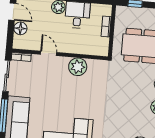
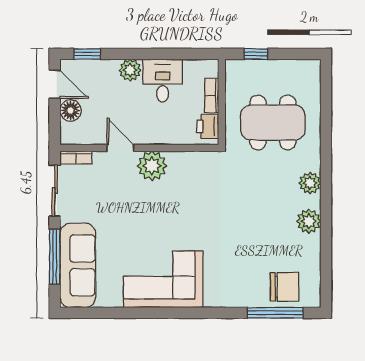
printer: (102, 45) -> (208, 126), added
plant: (78, 67) -> (152, 166), moved

